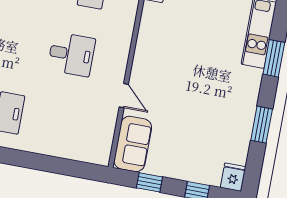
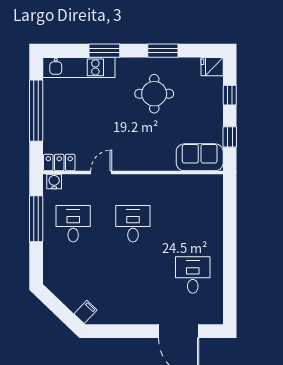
door: (124, 96) -> (101, 172), moved
round table: (214, 106) -> (154, 94), added

